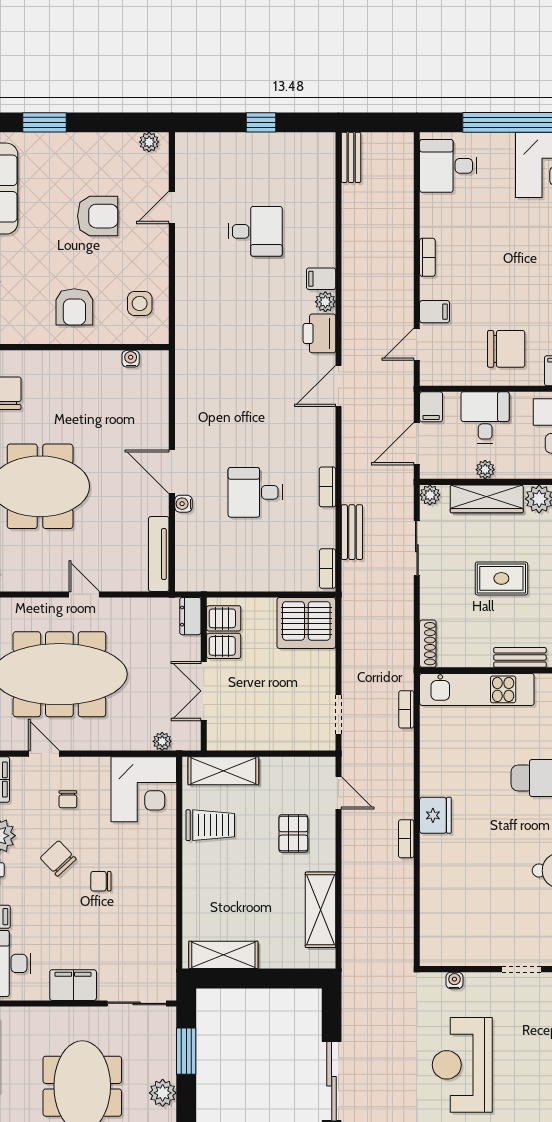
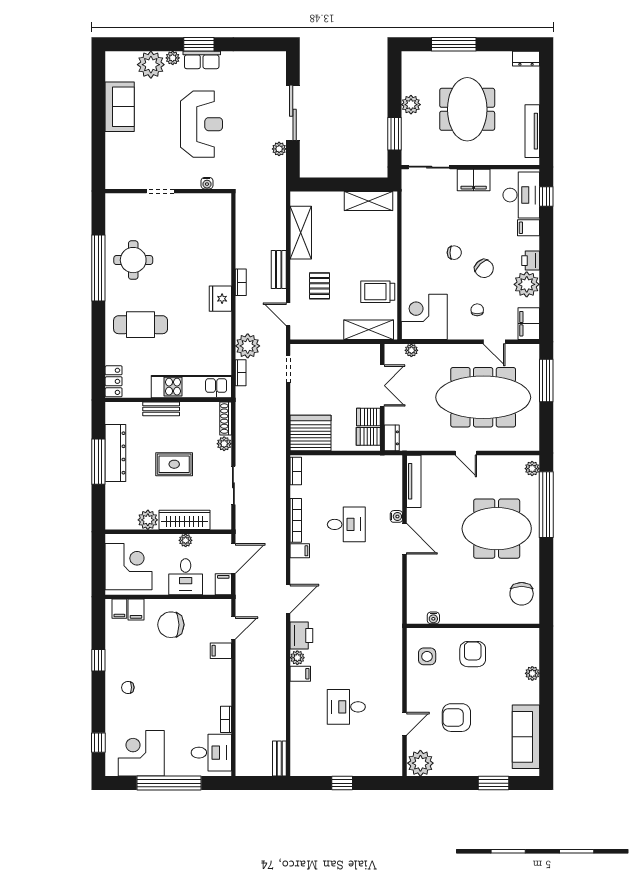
plant: (149, 142) -> (420, 763), width x1.88, depth x1.88
bookcase: (427, 257) -> (226, 719), moved
filing cabinet: (322, 455) -> (300, 551), added
bookcase: (327, 487) -> (296, 520), width x1.56
plant: (430, 495) -> (224, 444), moved
bench: (352, 532) -> (279, 270), moved
plant: (396, 748) -> (248, 346), added
plant: (351, 1029) -> (279, 149), added

